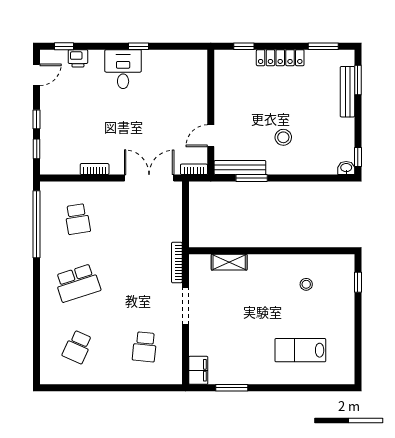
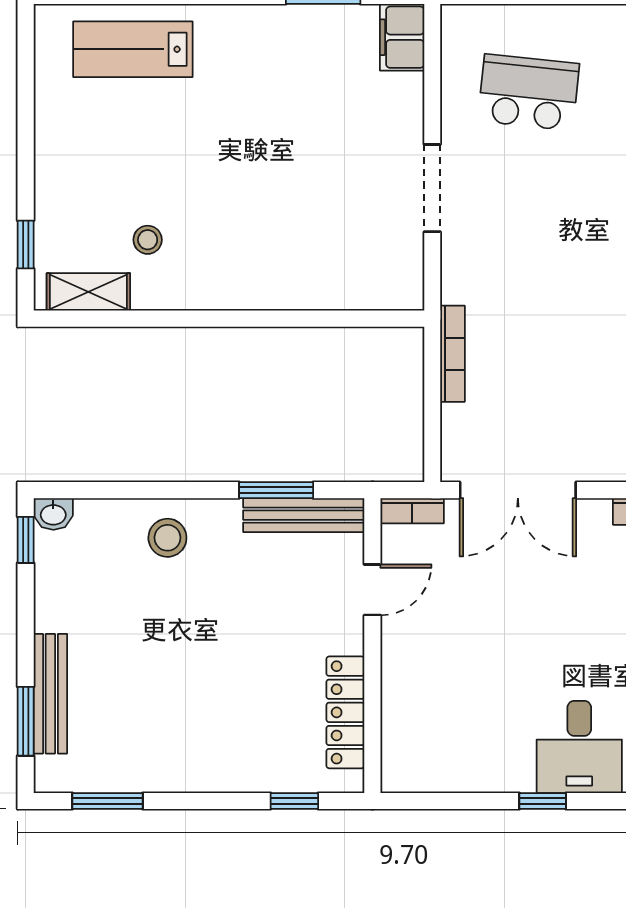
locker: (280, 58) -> (345, 712), moved, turned -90
stool: (283, 137) -> (167, 538), moved
shelving: (229, 262) -> (88, 292), moved
bookcase: (177, 263) -> (453, 354), moved
school desk: (145, 347) -> (529, 92), width x1.85
lab bench: (300, 350) -> (133, 49), moved, turned 180

